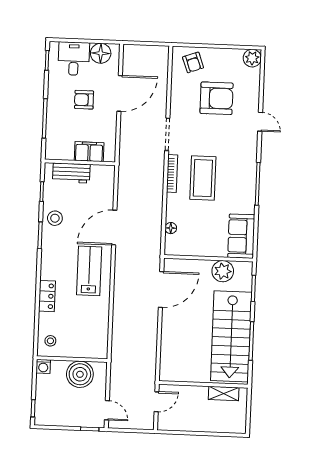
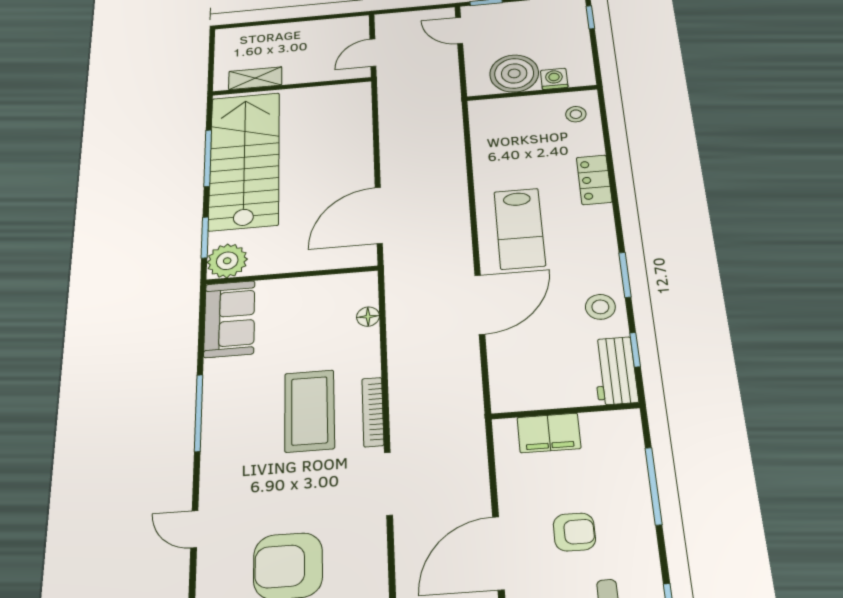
workbench: (71, 173) -> (615, 371), moved, turned -90
plant: (223, 271) -> (227, 261), moved
washing machine: (43, 366) -> (554, 79), moved

